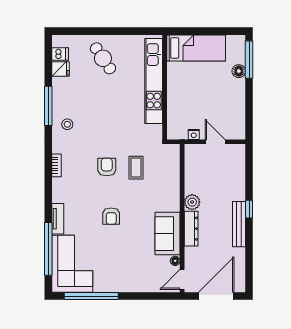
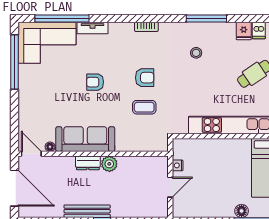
stool: (67, 124) -> (196, 53), moved
dresser: (191, 229) -> (88, 163), width x0.70
sofa: (168, 234) -> (85, 139), width x1.36

